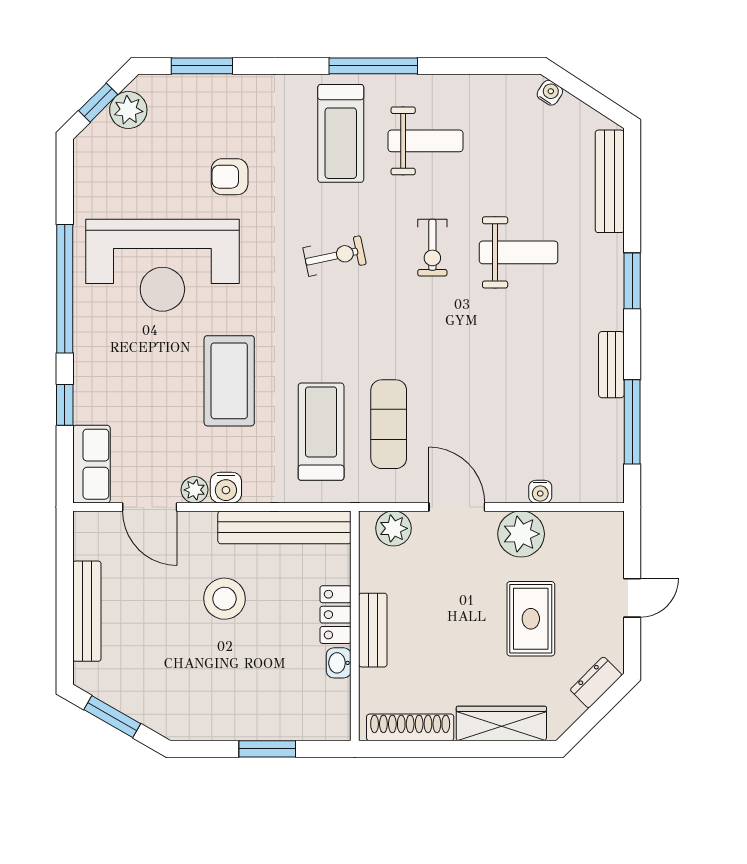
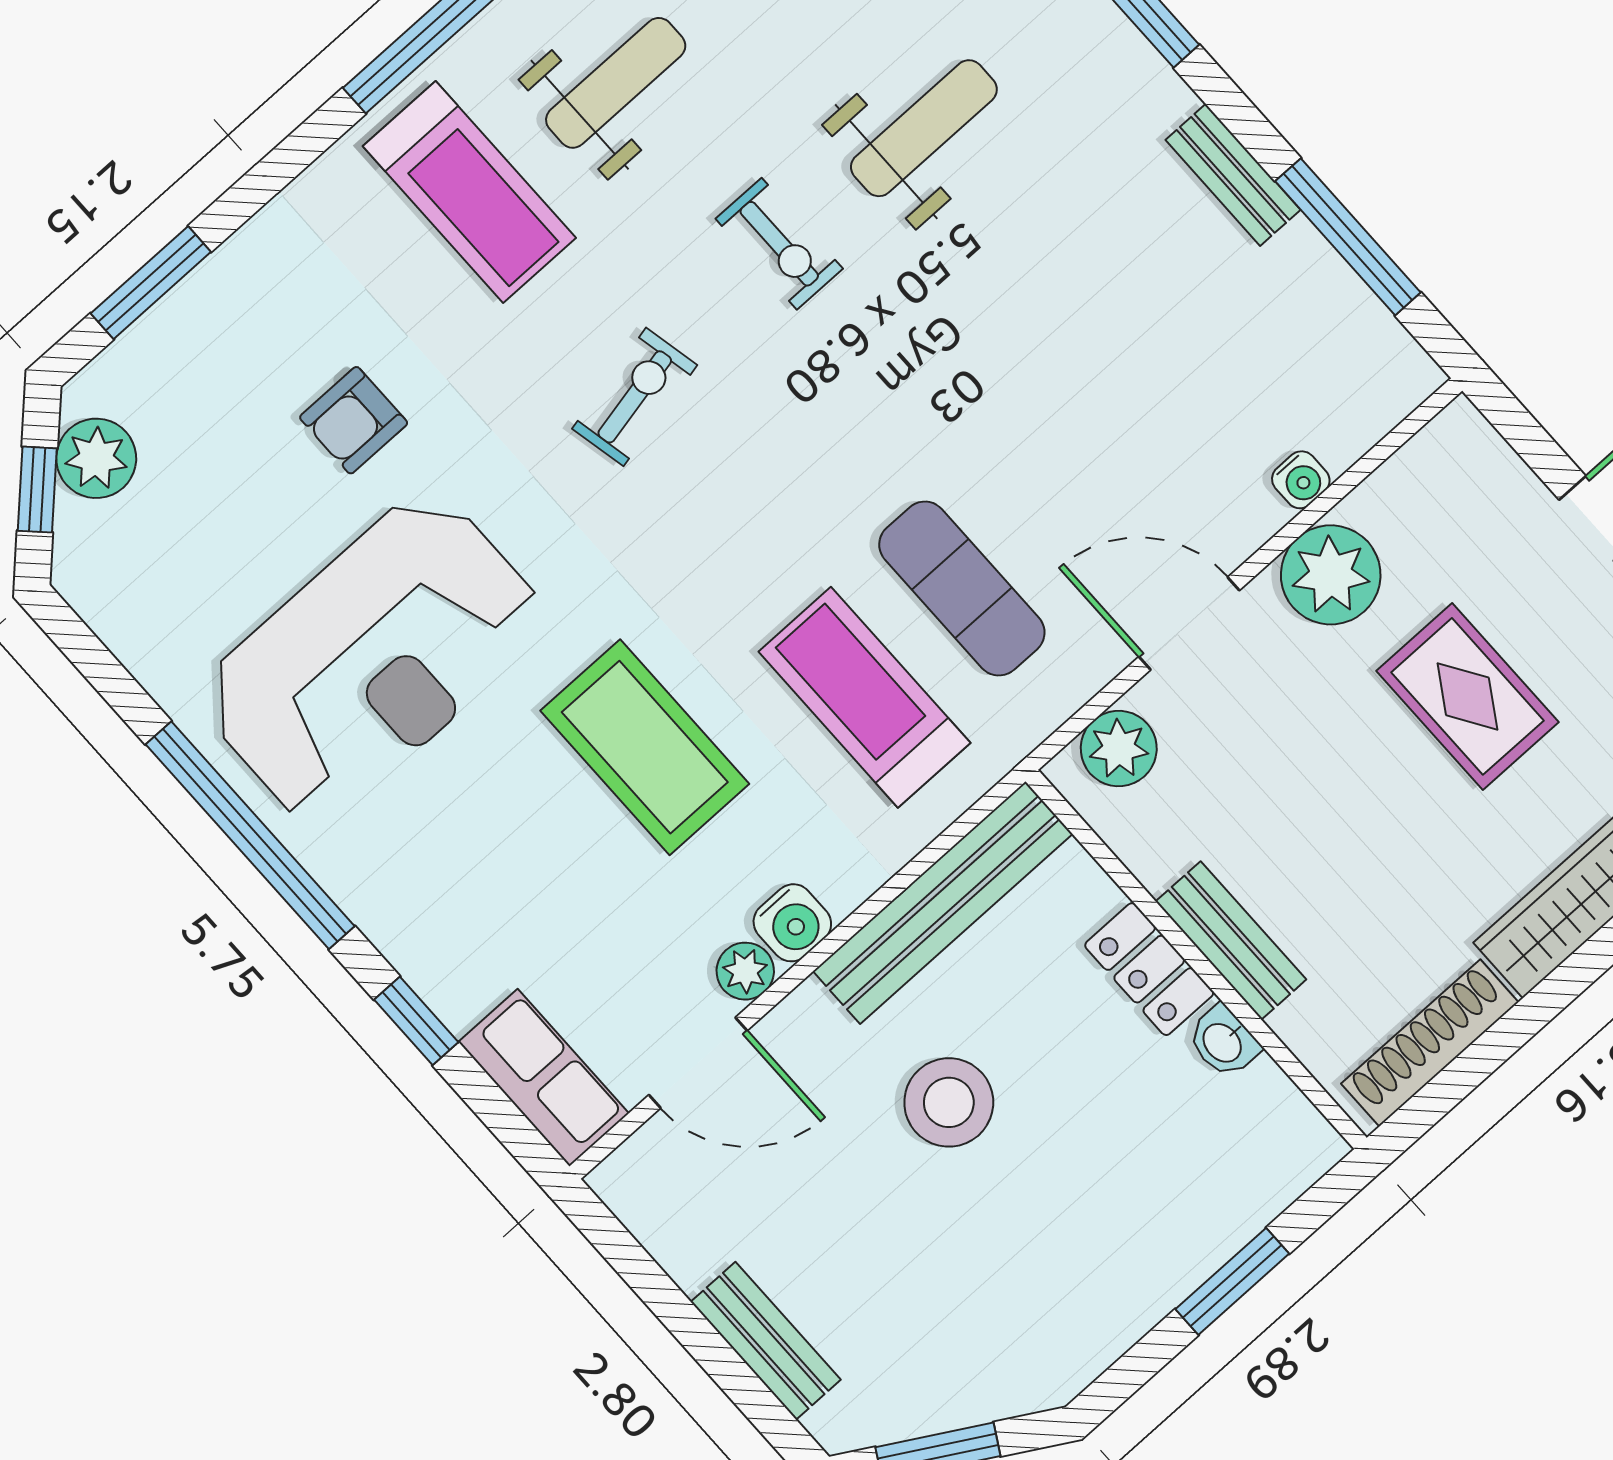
bench: (87, 611) -> (766, 1341), width x0.73

